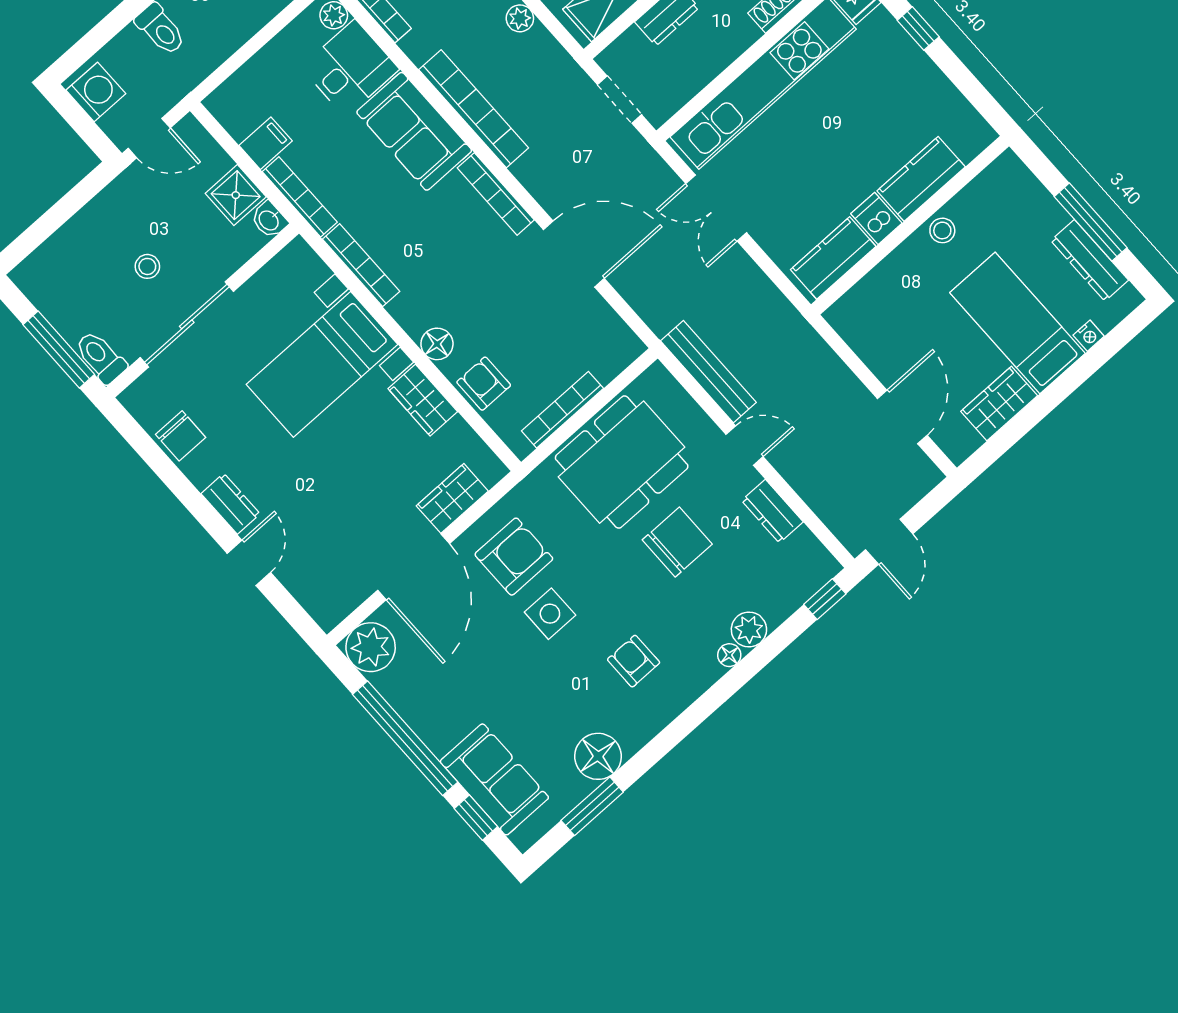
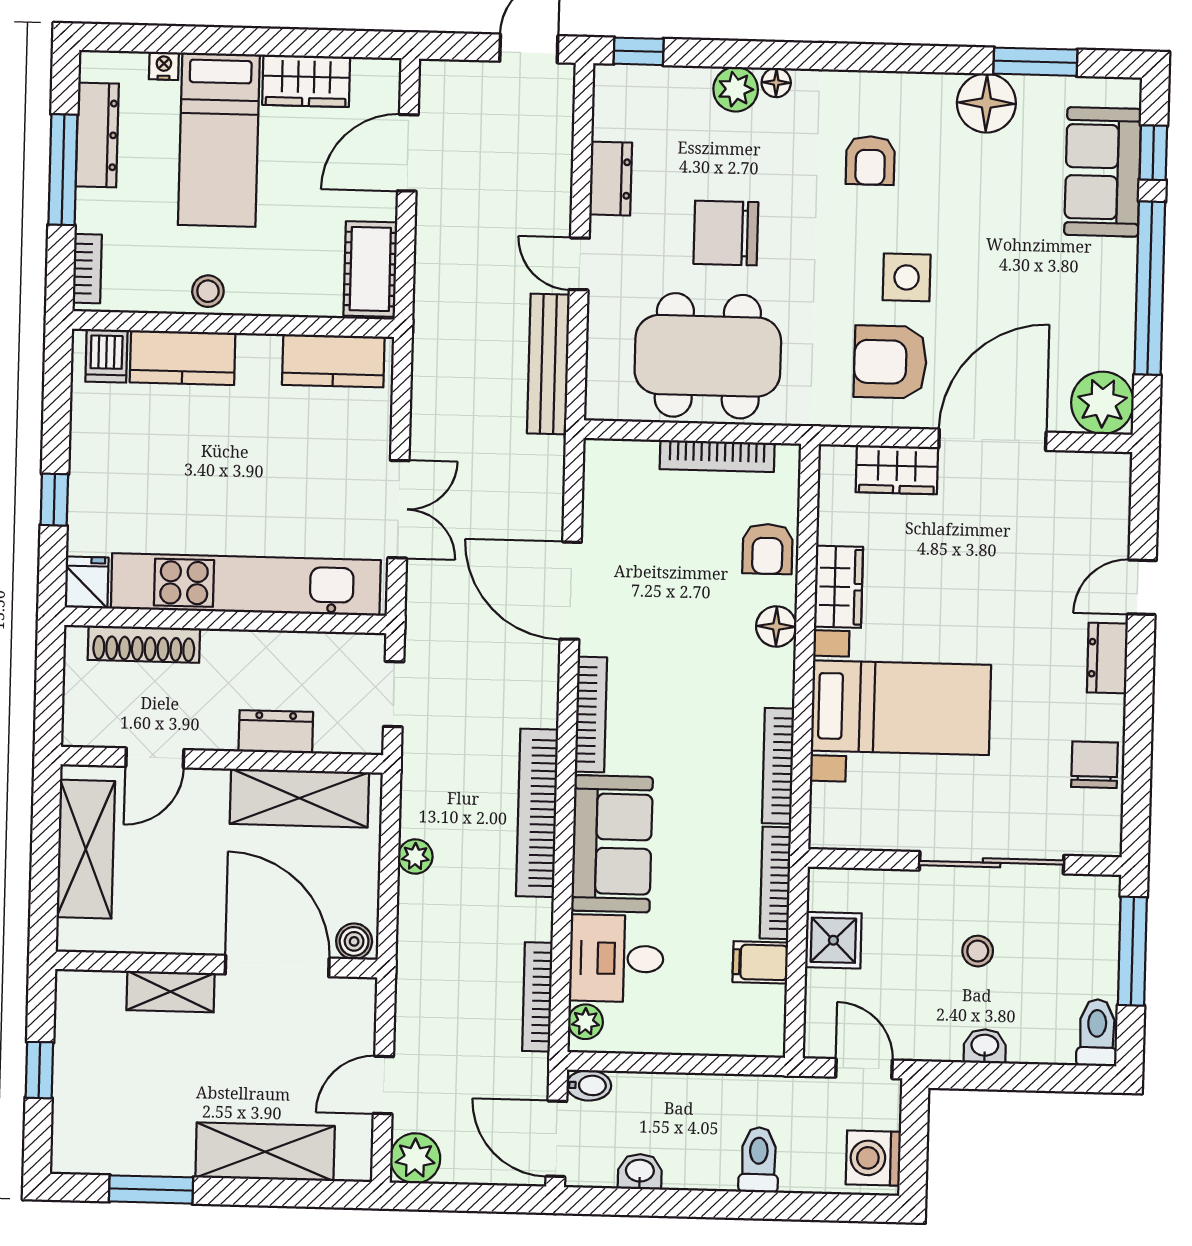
bookcase: (1024, 178) -> (87, 269), added
dishwasher: (876, 218) -> (106, 356), moved
washbasin: (269, 220) -> (985, 1046), moved, turned -90
cot: (861, 330) -> (370, 269), added
toilet: (101, 357) -> (1097, 1033), moved, turned 180

